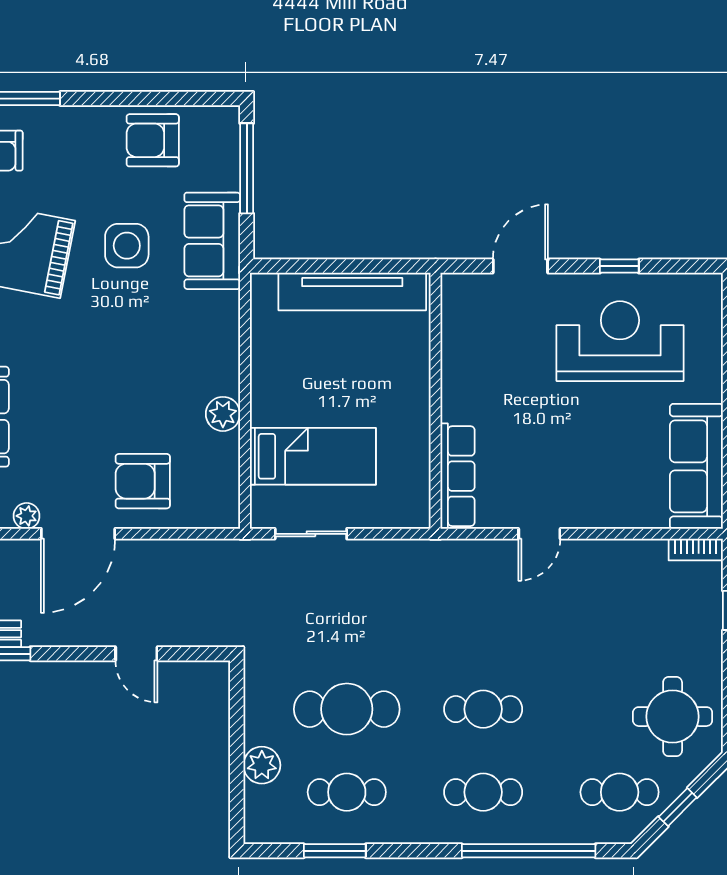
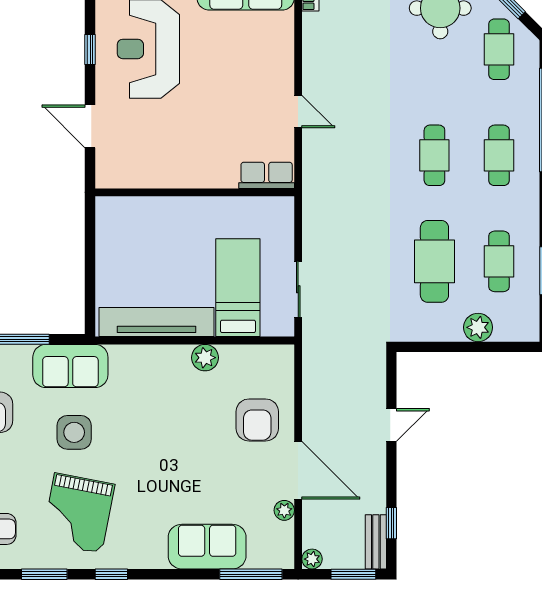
tv unit: (352, 292) -> (156, 322), moved, turned -90
row of seats: (458, 476) -> (267, 175), width x0.68

